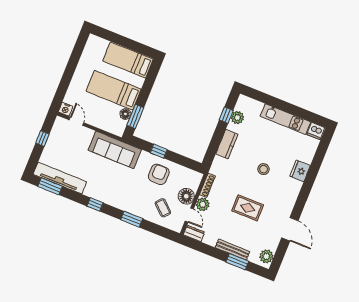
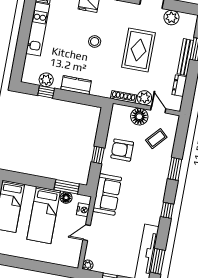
nightstand: (66, 109) -> (83, 210), moved
plant: (59, 121) -> (88, 265), added
door: (76, 121) -> (87, 233), moved
sofa: (115, 150) -> (107, 194), width x0.73
rug: (248, 208) -> (138, 50), width x1.36, depth x1.43
door: (189, 215) -> (158, 110), hinge flipped
dresser: (194, 233) -> (179, 86), moved
plant: (266, 256) -> (171, 18), moved

